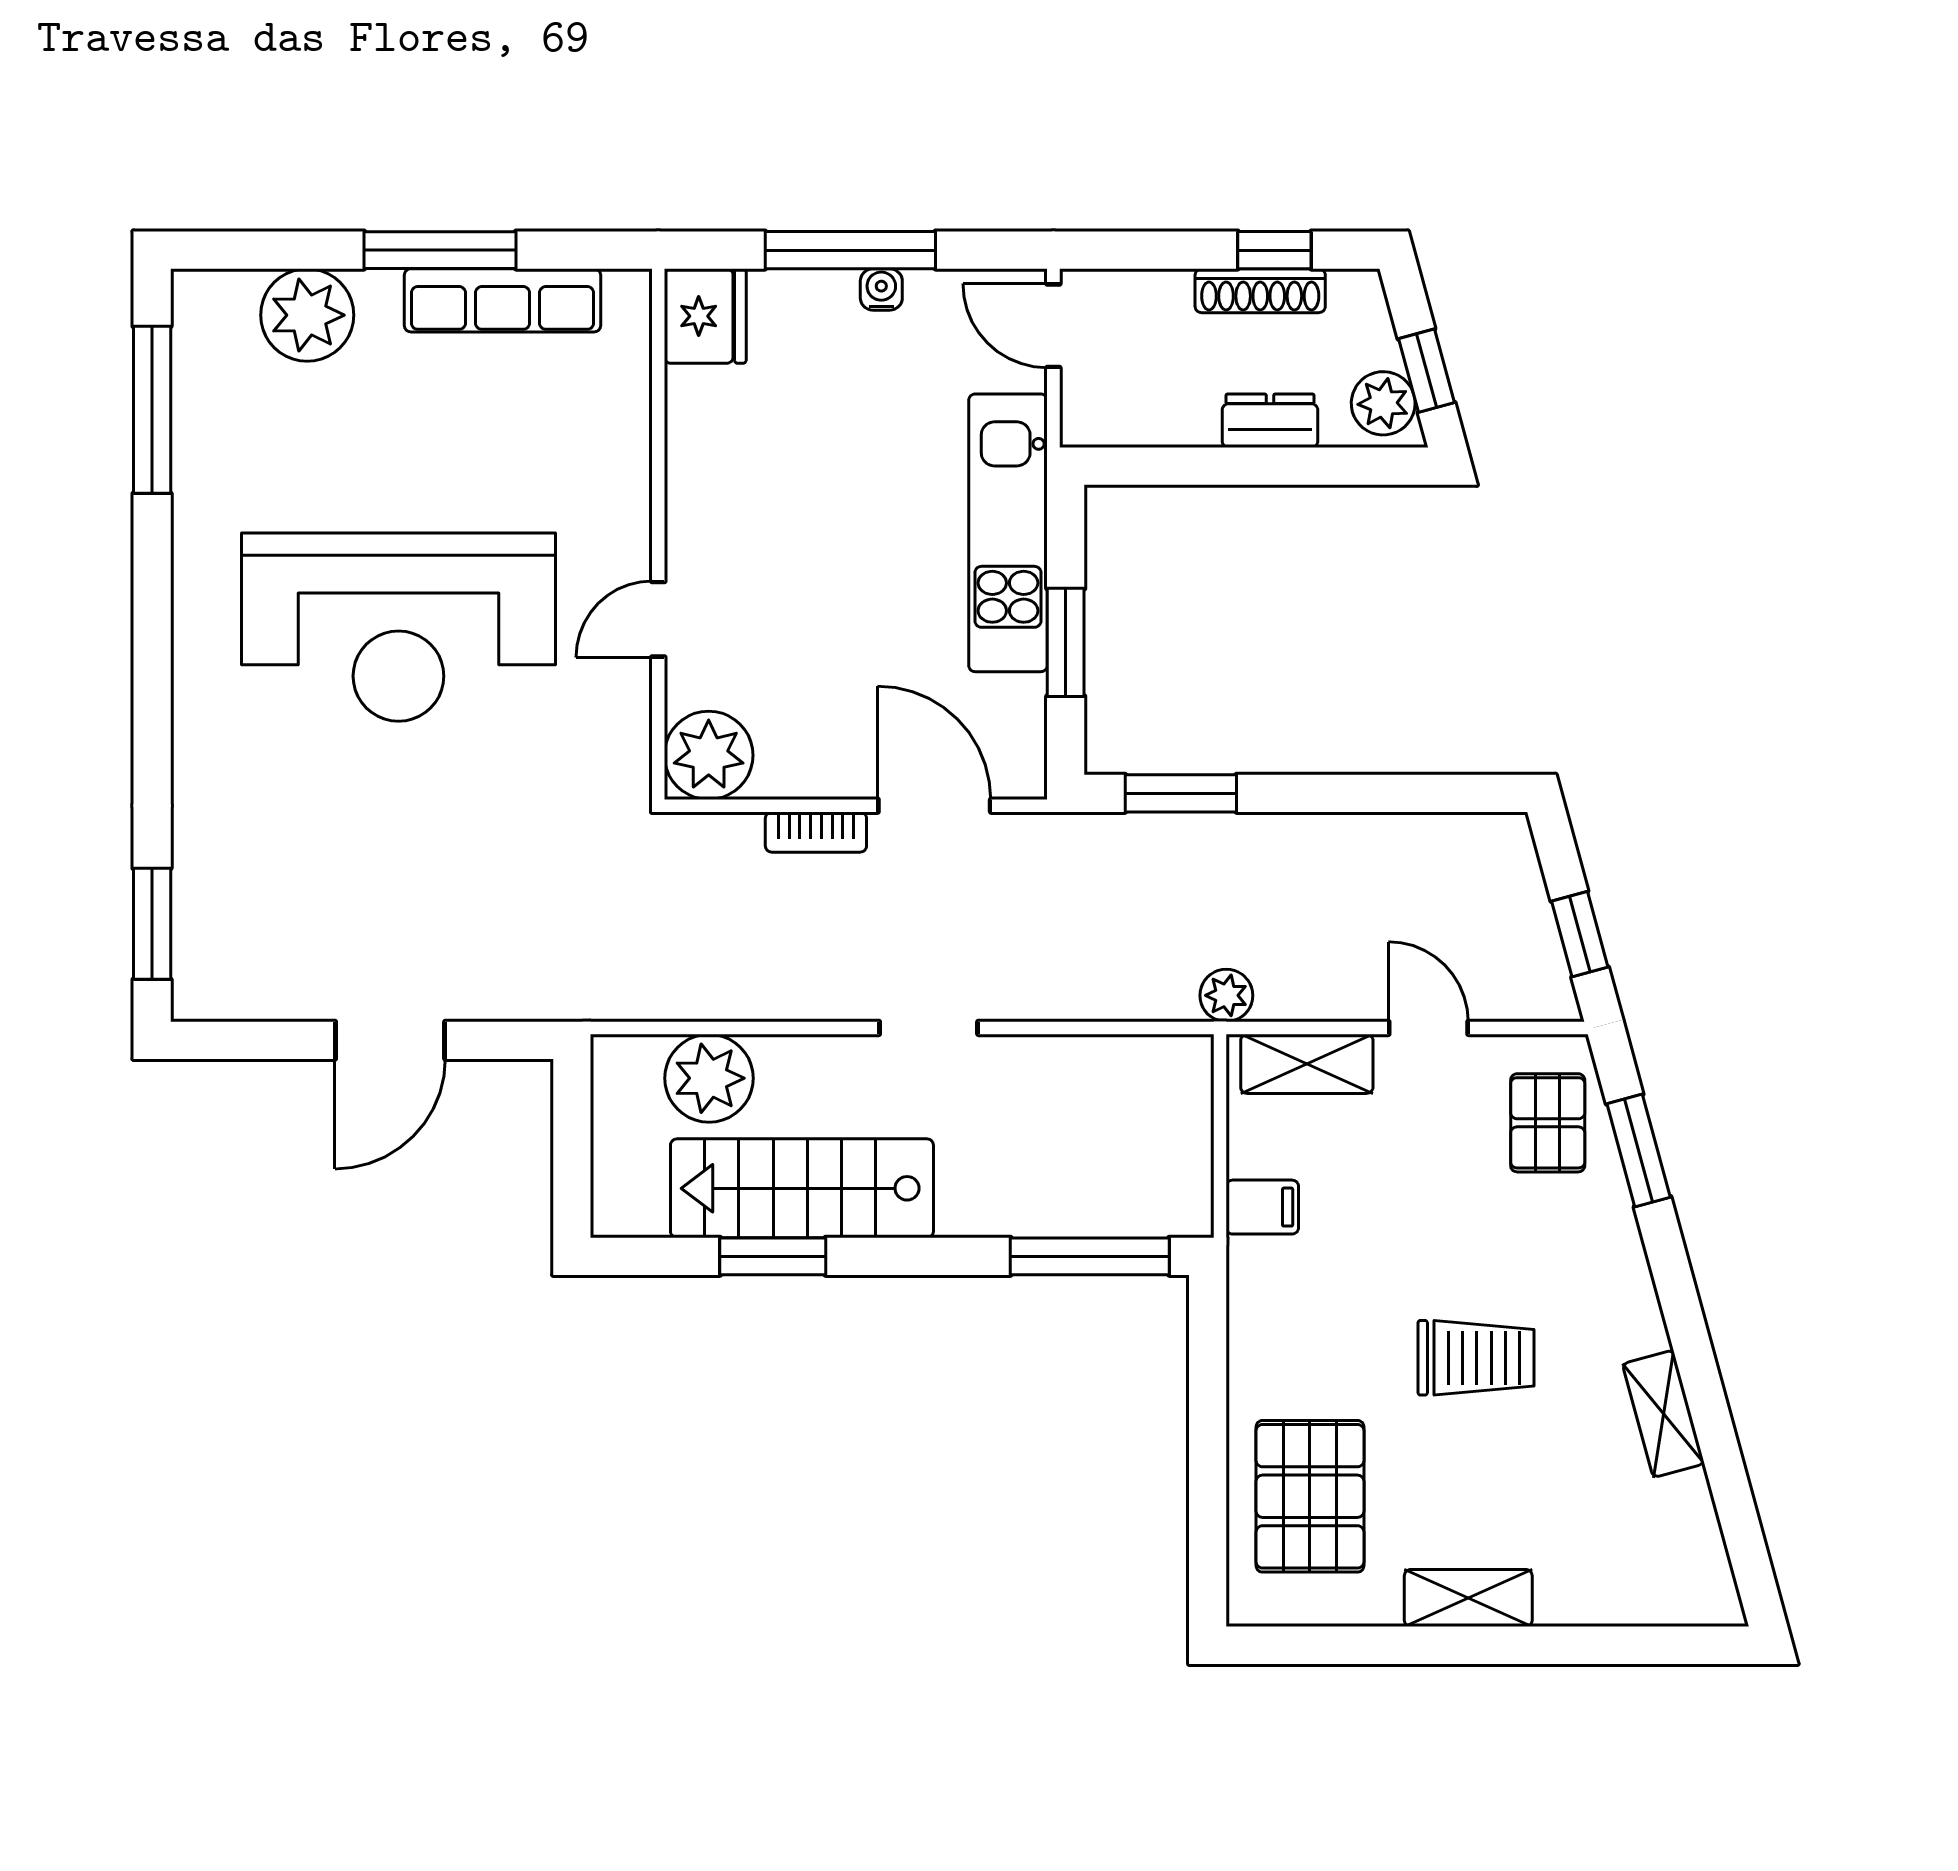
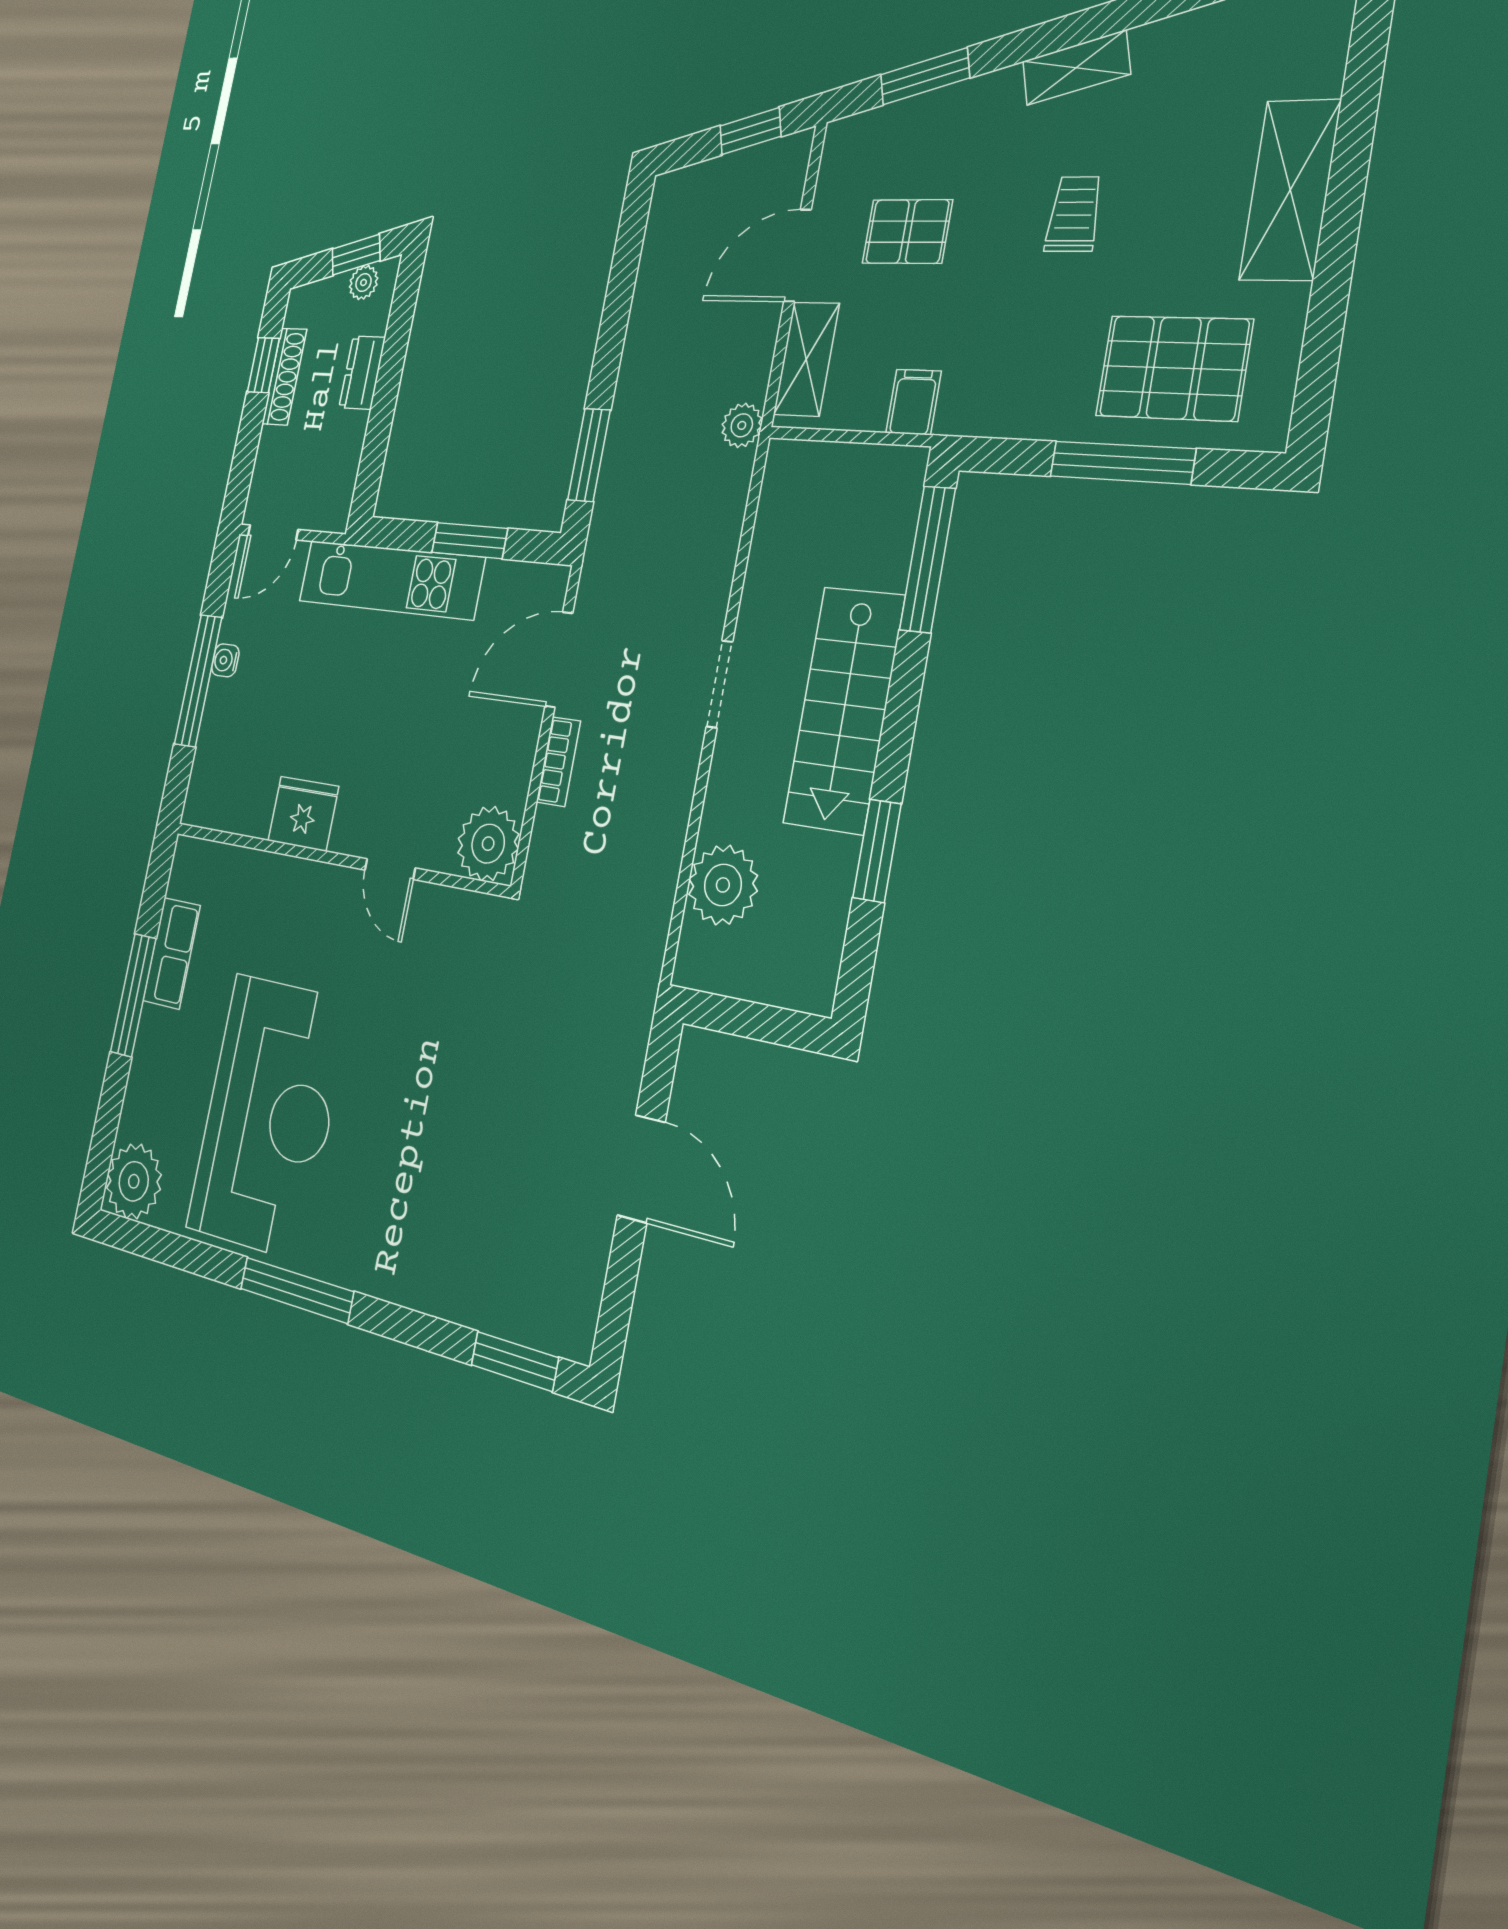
row of seats: (503, 300) -> (172, 953), width x0.68
plant: (307, 315) -> (134, 1181), moved
fridge: (705, 316) -> (303, 814), moved
plant: (1383, 403) -> (363, 282), width x0.73, depth x0.73
window: (152, 410) -> (297, 1290), moved
reception desk: (398, 627) -> (269, 1115), moved
door: (1428, 1028) -> (797, 255), width x1.38
pallet: (1548, 1123) -> (907, 232), moved
stairs: (802, 1188) -> (844, 709), moved
trolley: (1476, 1358) -> (1074, 214), width x0.73, depth x0.72
shelving: (1663, 1414) -> (1076, 68), moved
window: (1208, 1458) -> (1122, 463), added
shelving: (1468, 1598) -> (1290, 190), width x1.50, depth x1.33

